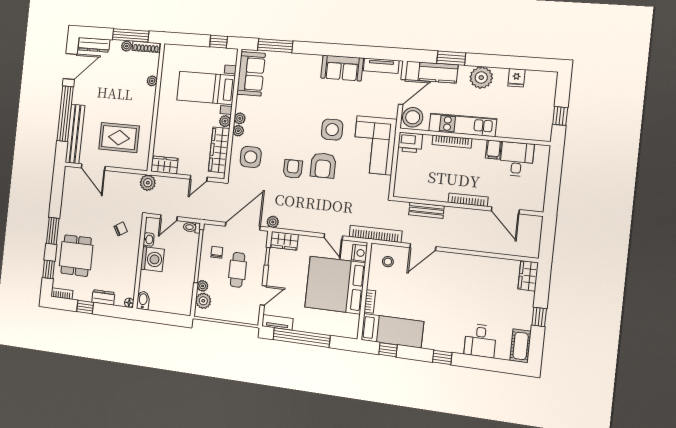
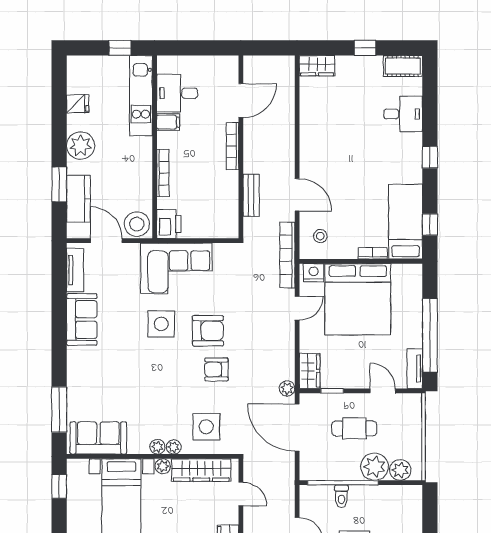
kitchen unit: (463, 125) -> (141, 96), moved
toilet: (192, 227) -> (341, 496), moved
chair: (217, 252) -> (335, 459), removed
plant: (203, 286) -> (374, 467), width x1.88, depth x1.88

